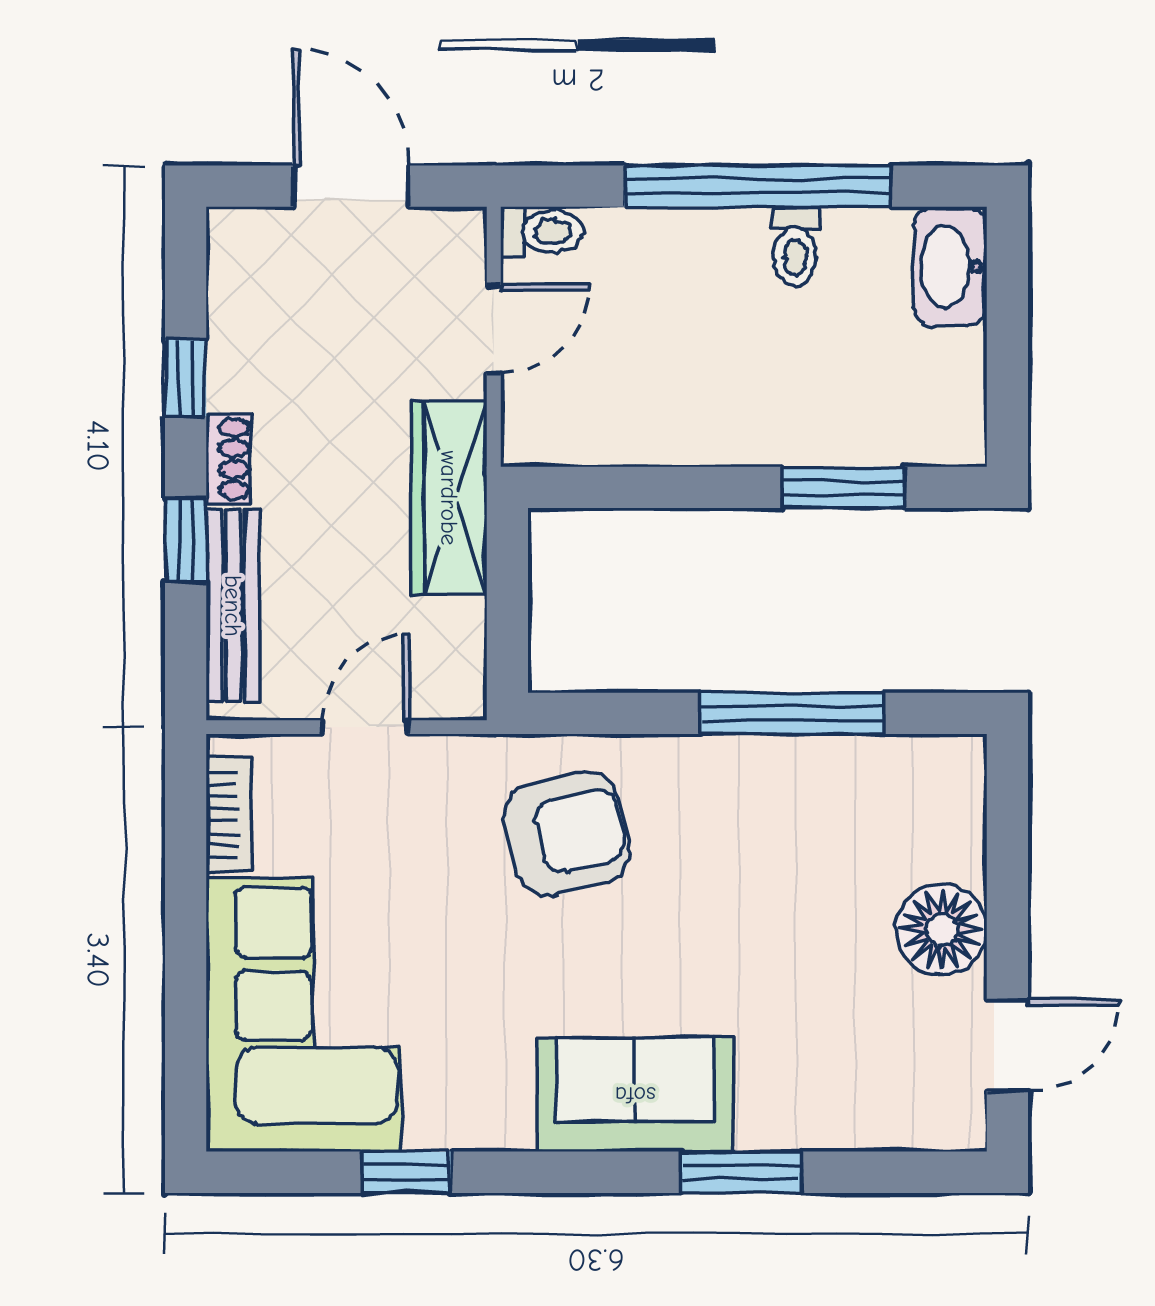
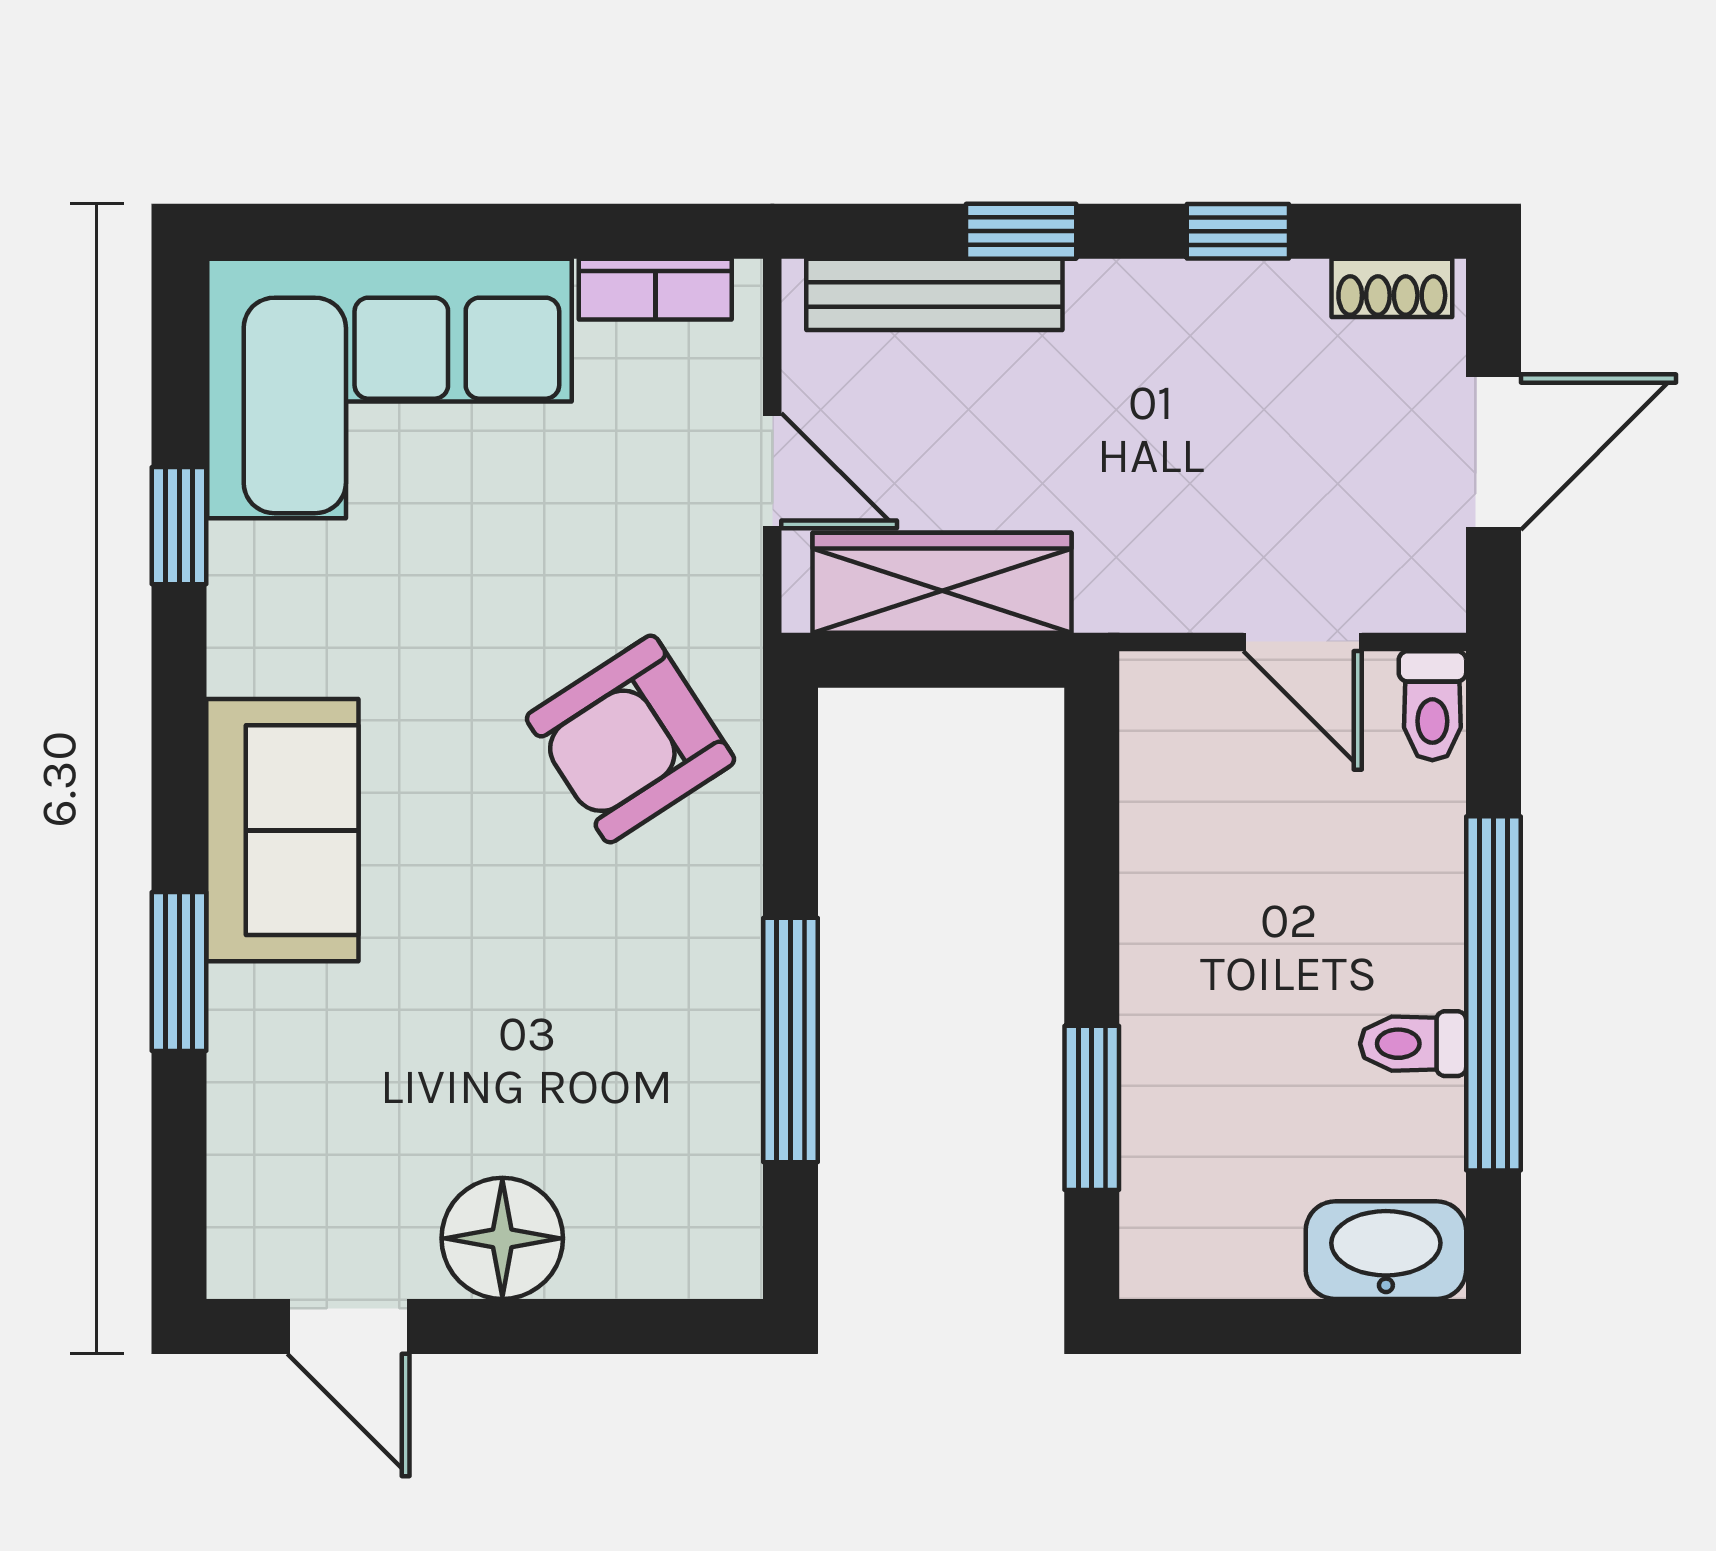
shoe rack: (228, 459) -> (1392, 288), moved
wardrobe: (449, 498) -> (942, 583), moved
armchair: (567, 834) -> (630, 739), turned 71

